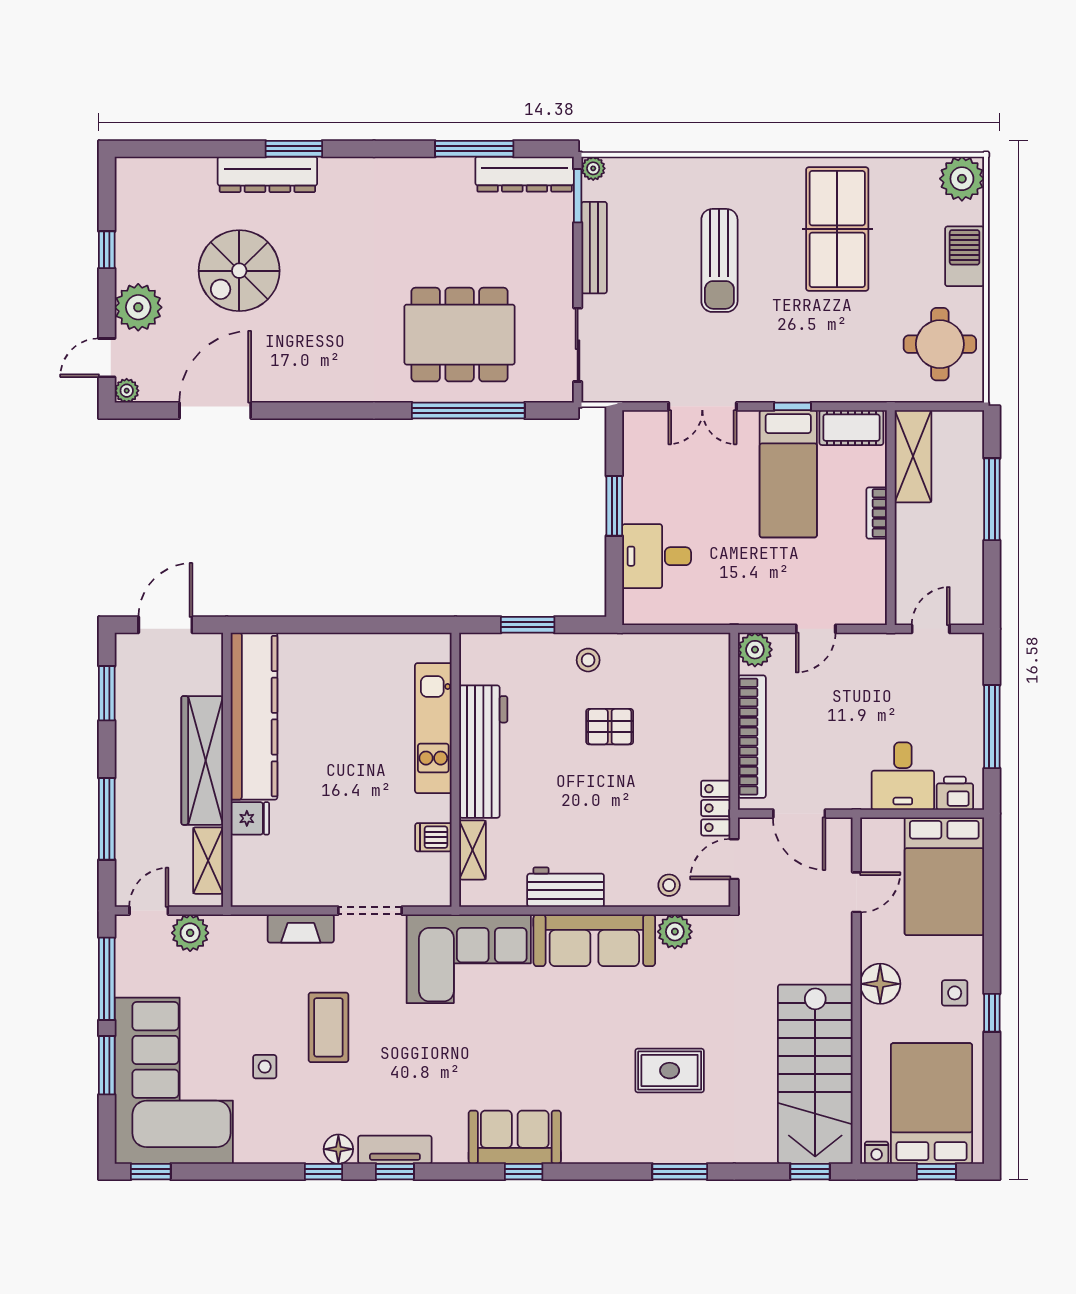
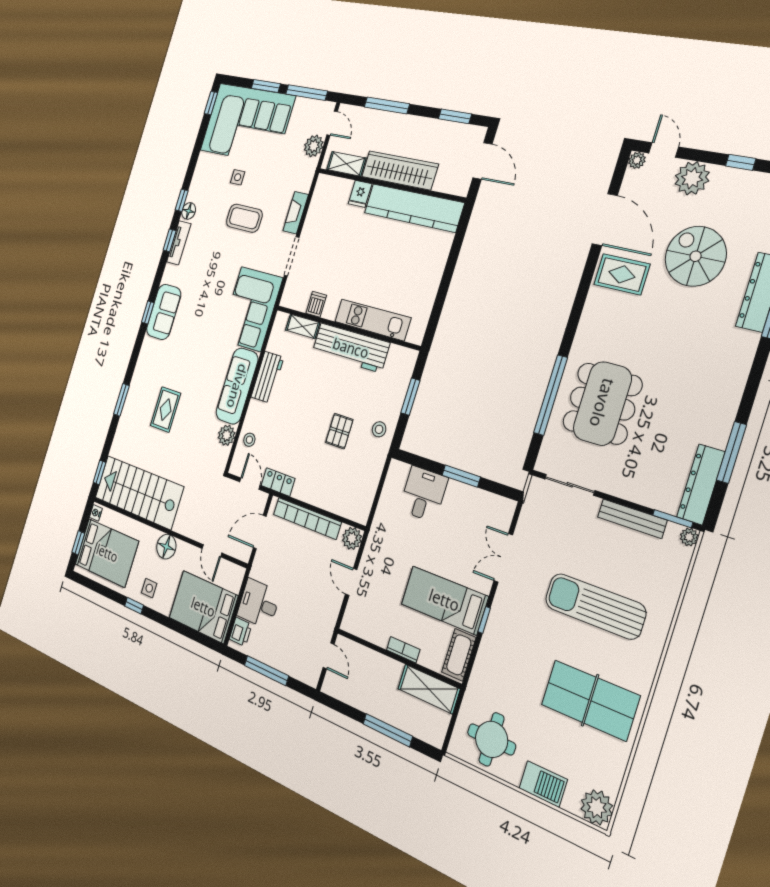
sun lounger: (719, 260) -> (595, 606), width x1.36, depth x1.34
rug: (284, 363) -> (622, 274), added

